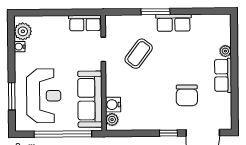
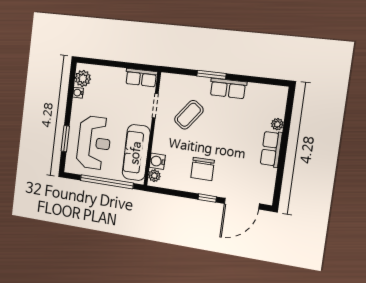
chair: (187, 95) -> (202, 169), moved

